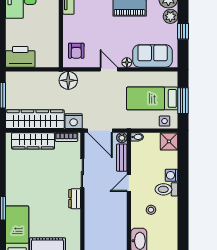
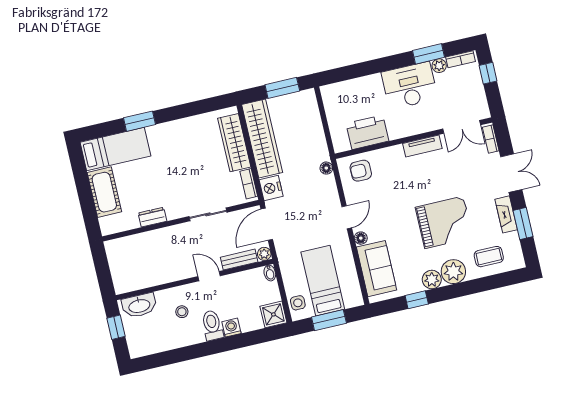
printer: (20, 57) -> (367, 132), moved, turned -90
floor lamp: (68, 80) -> (326, 168), width x0.53, depth x0.53
dresser: (75, 199) -> (152, 217), moved

